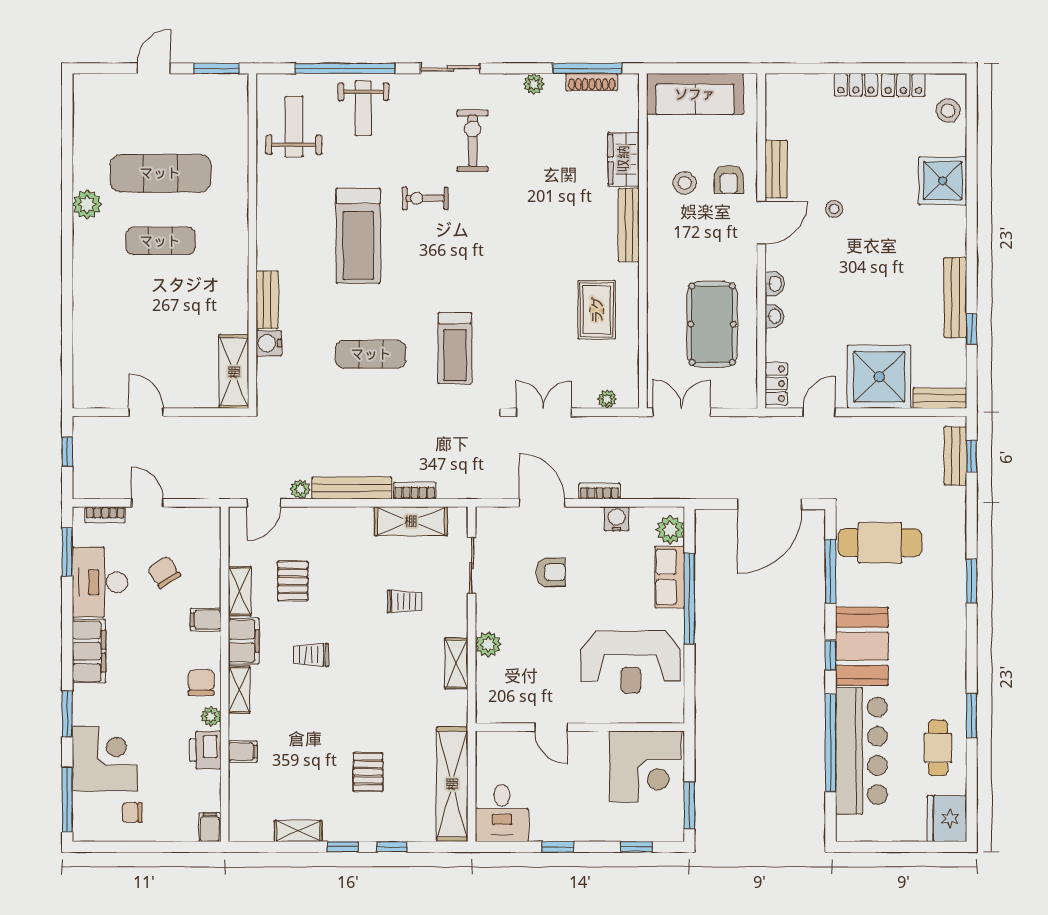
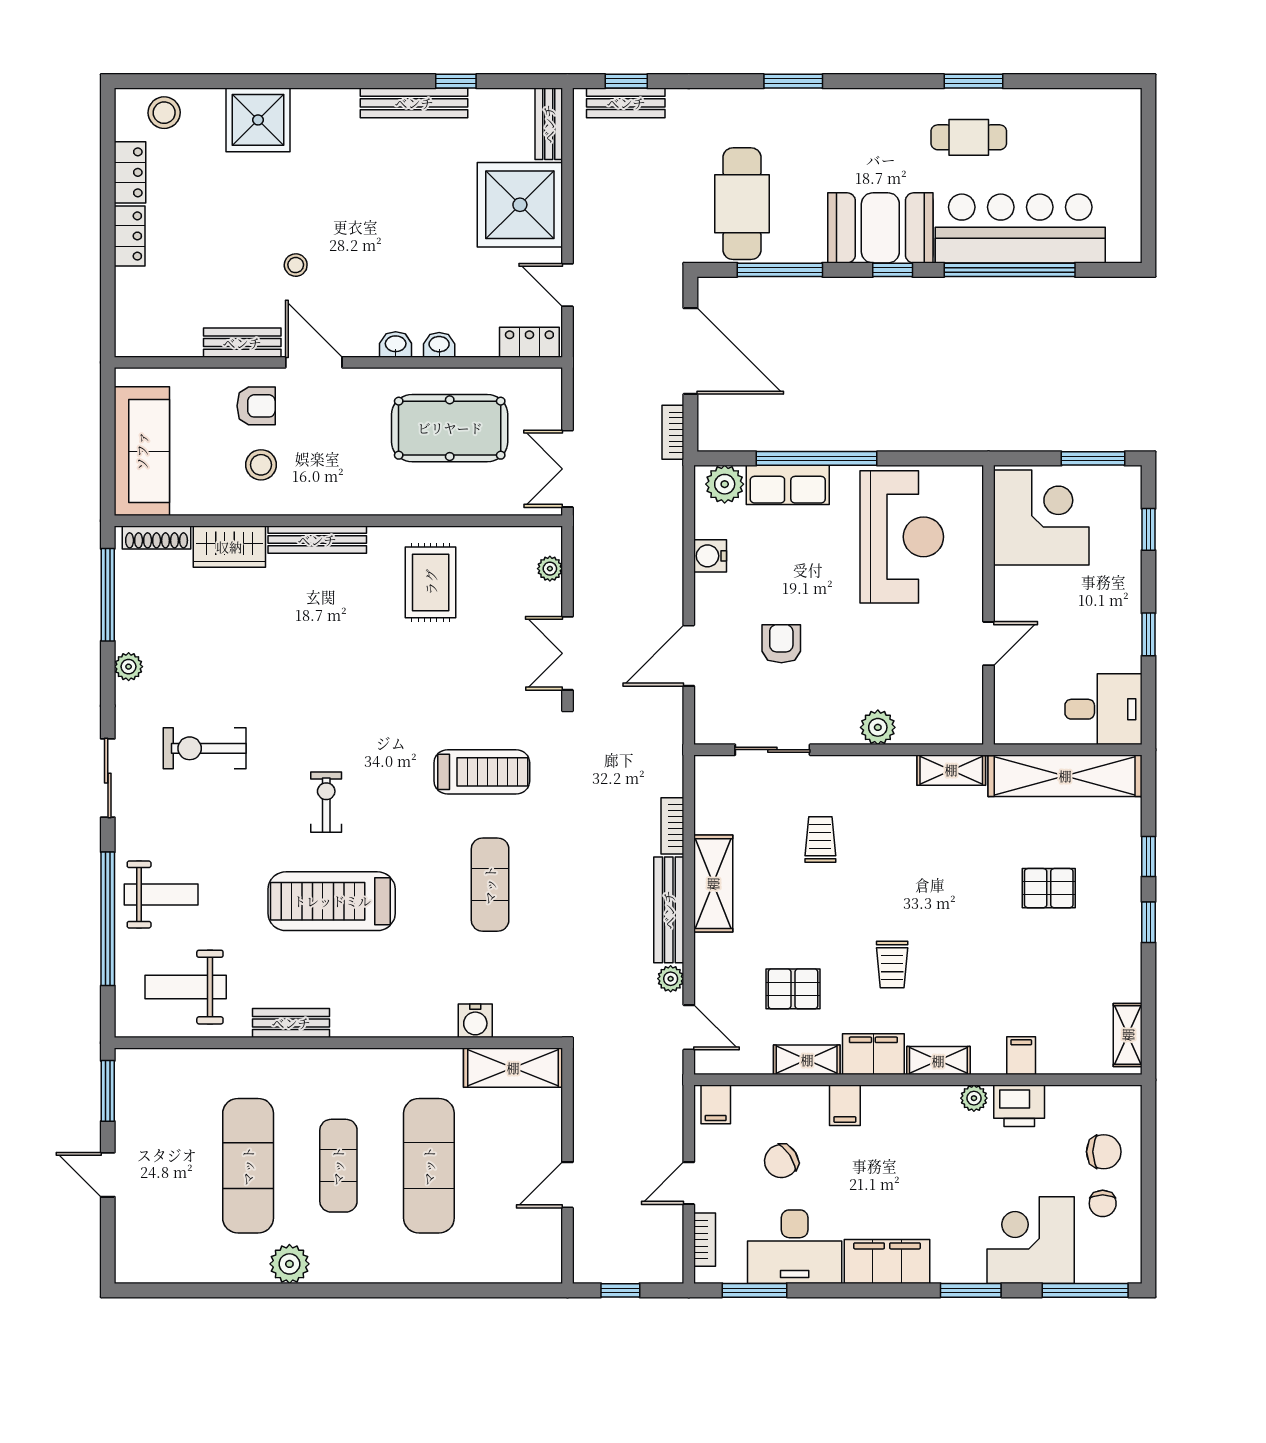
shoe rack: (592, 82) -> (157, 537), moved, turned 90
exercise bike: (425, 198) -> (326, 802), moved, turned 180
treadmill: (358, 236) -> (332, 901), turned 180
bench: (267, 300) -> (291, 1023), moved
exercise mat: (160, 309) -> (429, 1166), added
rug: (597, 310) -> (431, 582), turned 90
bookcase: (599, 491) -> (673, 432), moved
shelving: (411, 521) -> (713, 884), moved
shelving: (456, 664) -> (951, 770), moved
chair: (201, 683) -> (1104, 1152), moved, turned 180
cafe table: (938, 748) -> (969, 137), moved
fridge: (947, 819) -> (1111, 114), removed
filing cabinet: (210, 827) -> (716, 1104), moved, turned -90
shelving: (298, 831) -> (1128, 1035), moved

